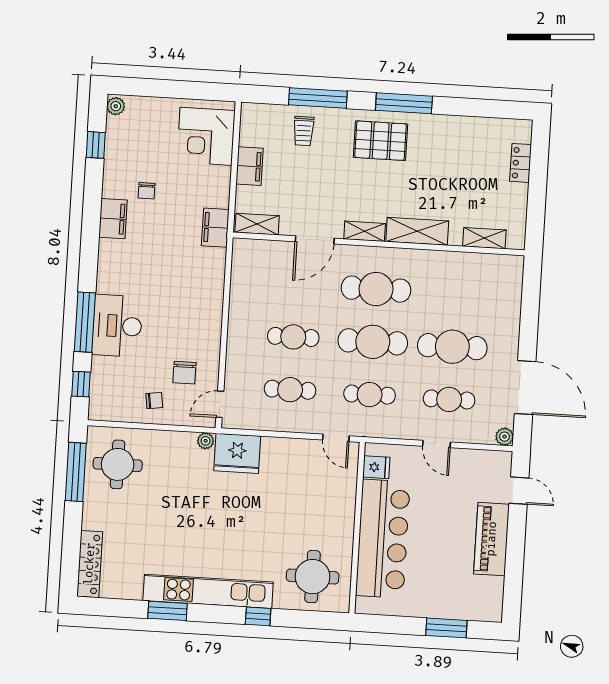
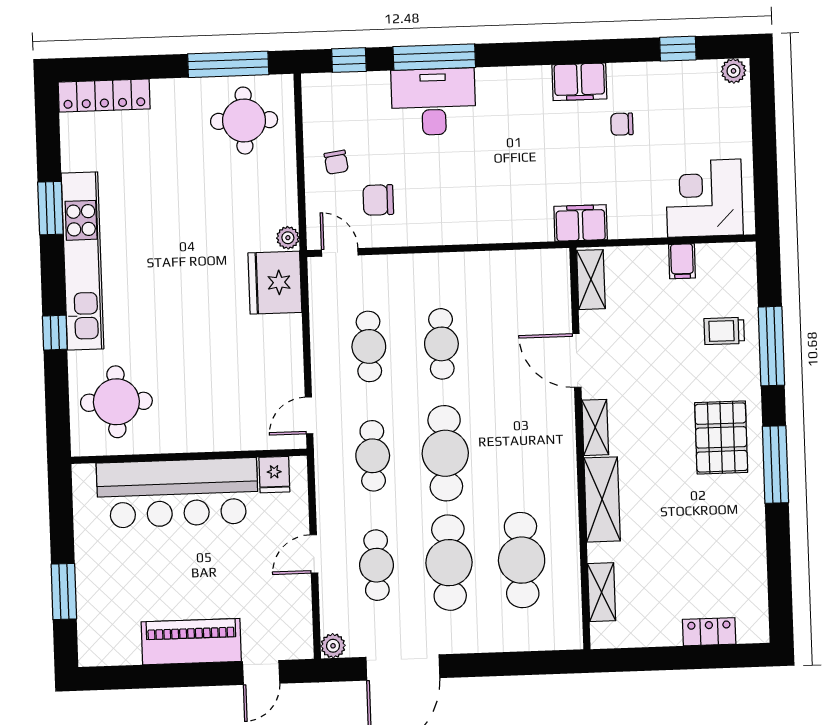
filing cabinet: (250, 166) -> (682, 261), width x0.50
cafe table: (376, 289) -> (522, 560), moved

